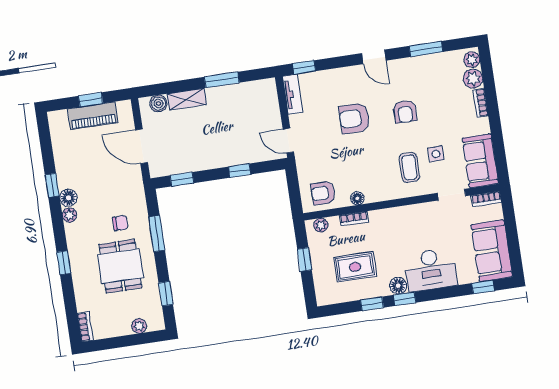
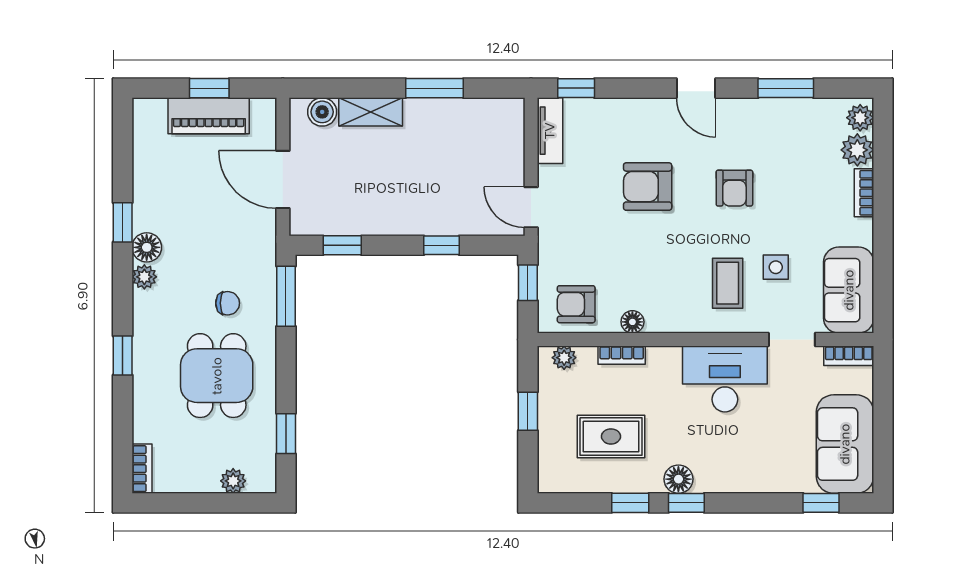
window: (293, 185) -> (528, 283), added
window: (157, 234) -> (286, 296), moved
desk: (431, 270) -> (725, 379), moved, turned 180

